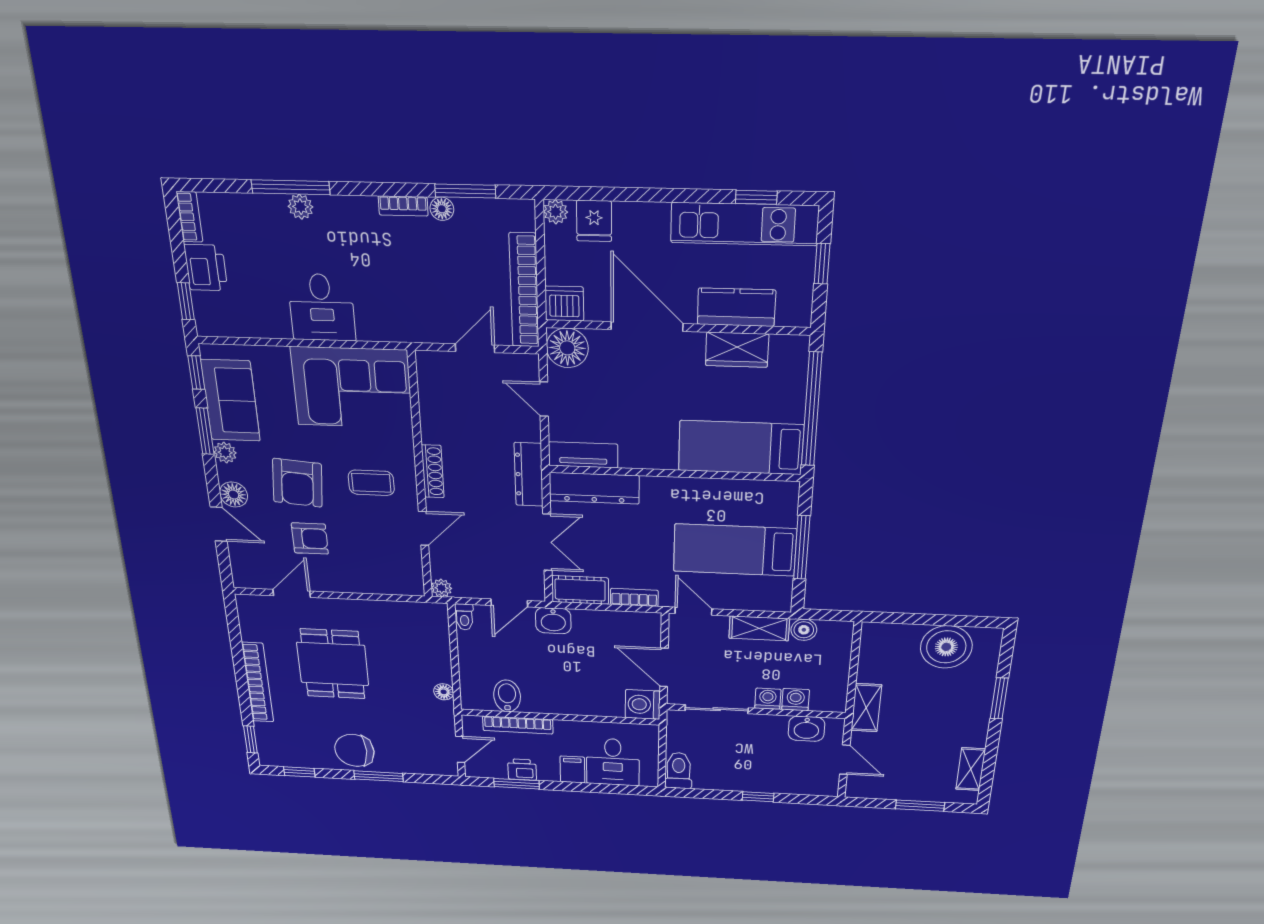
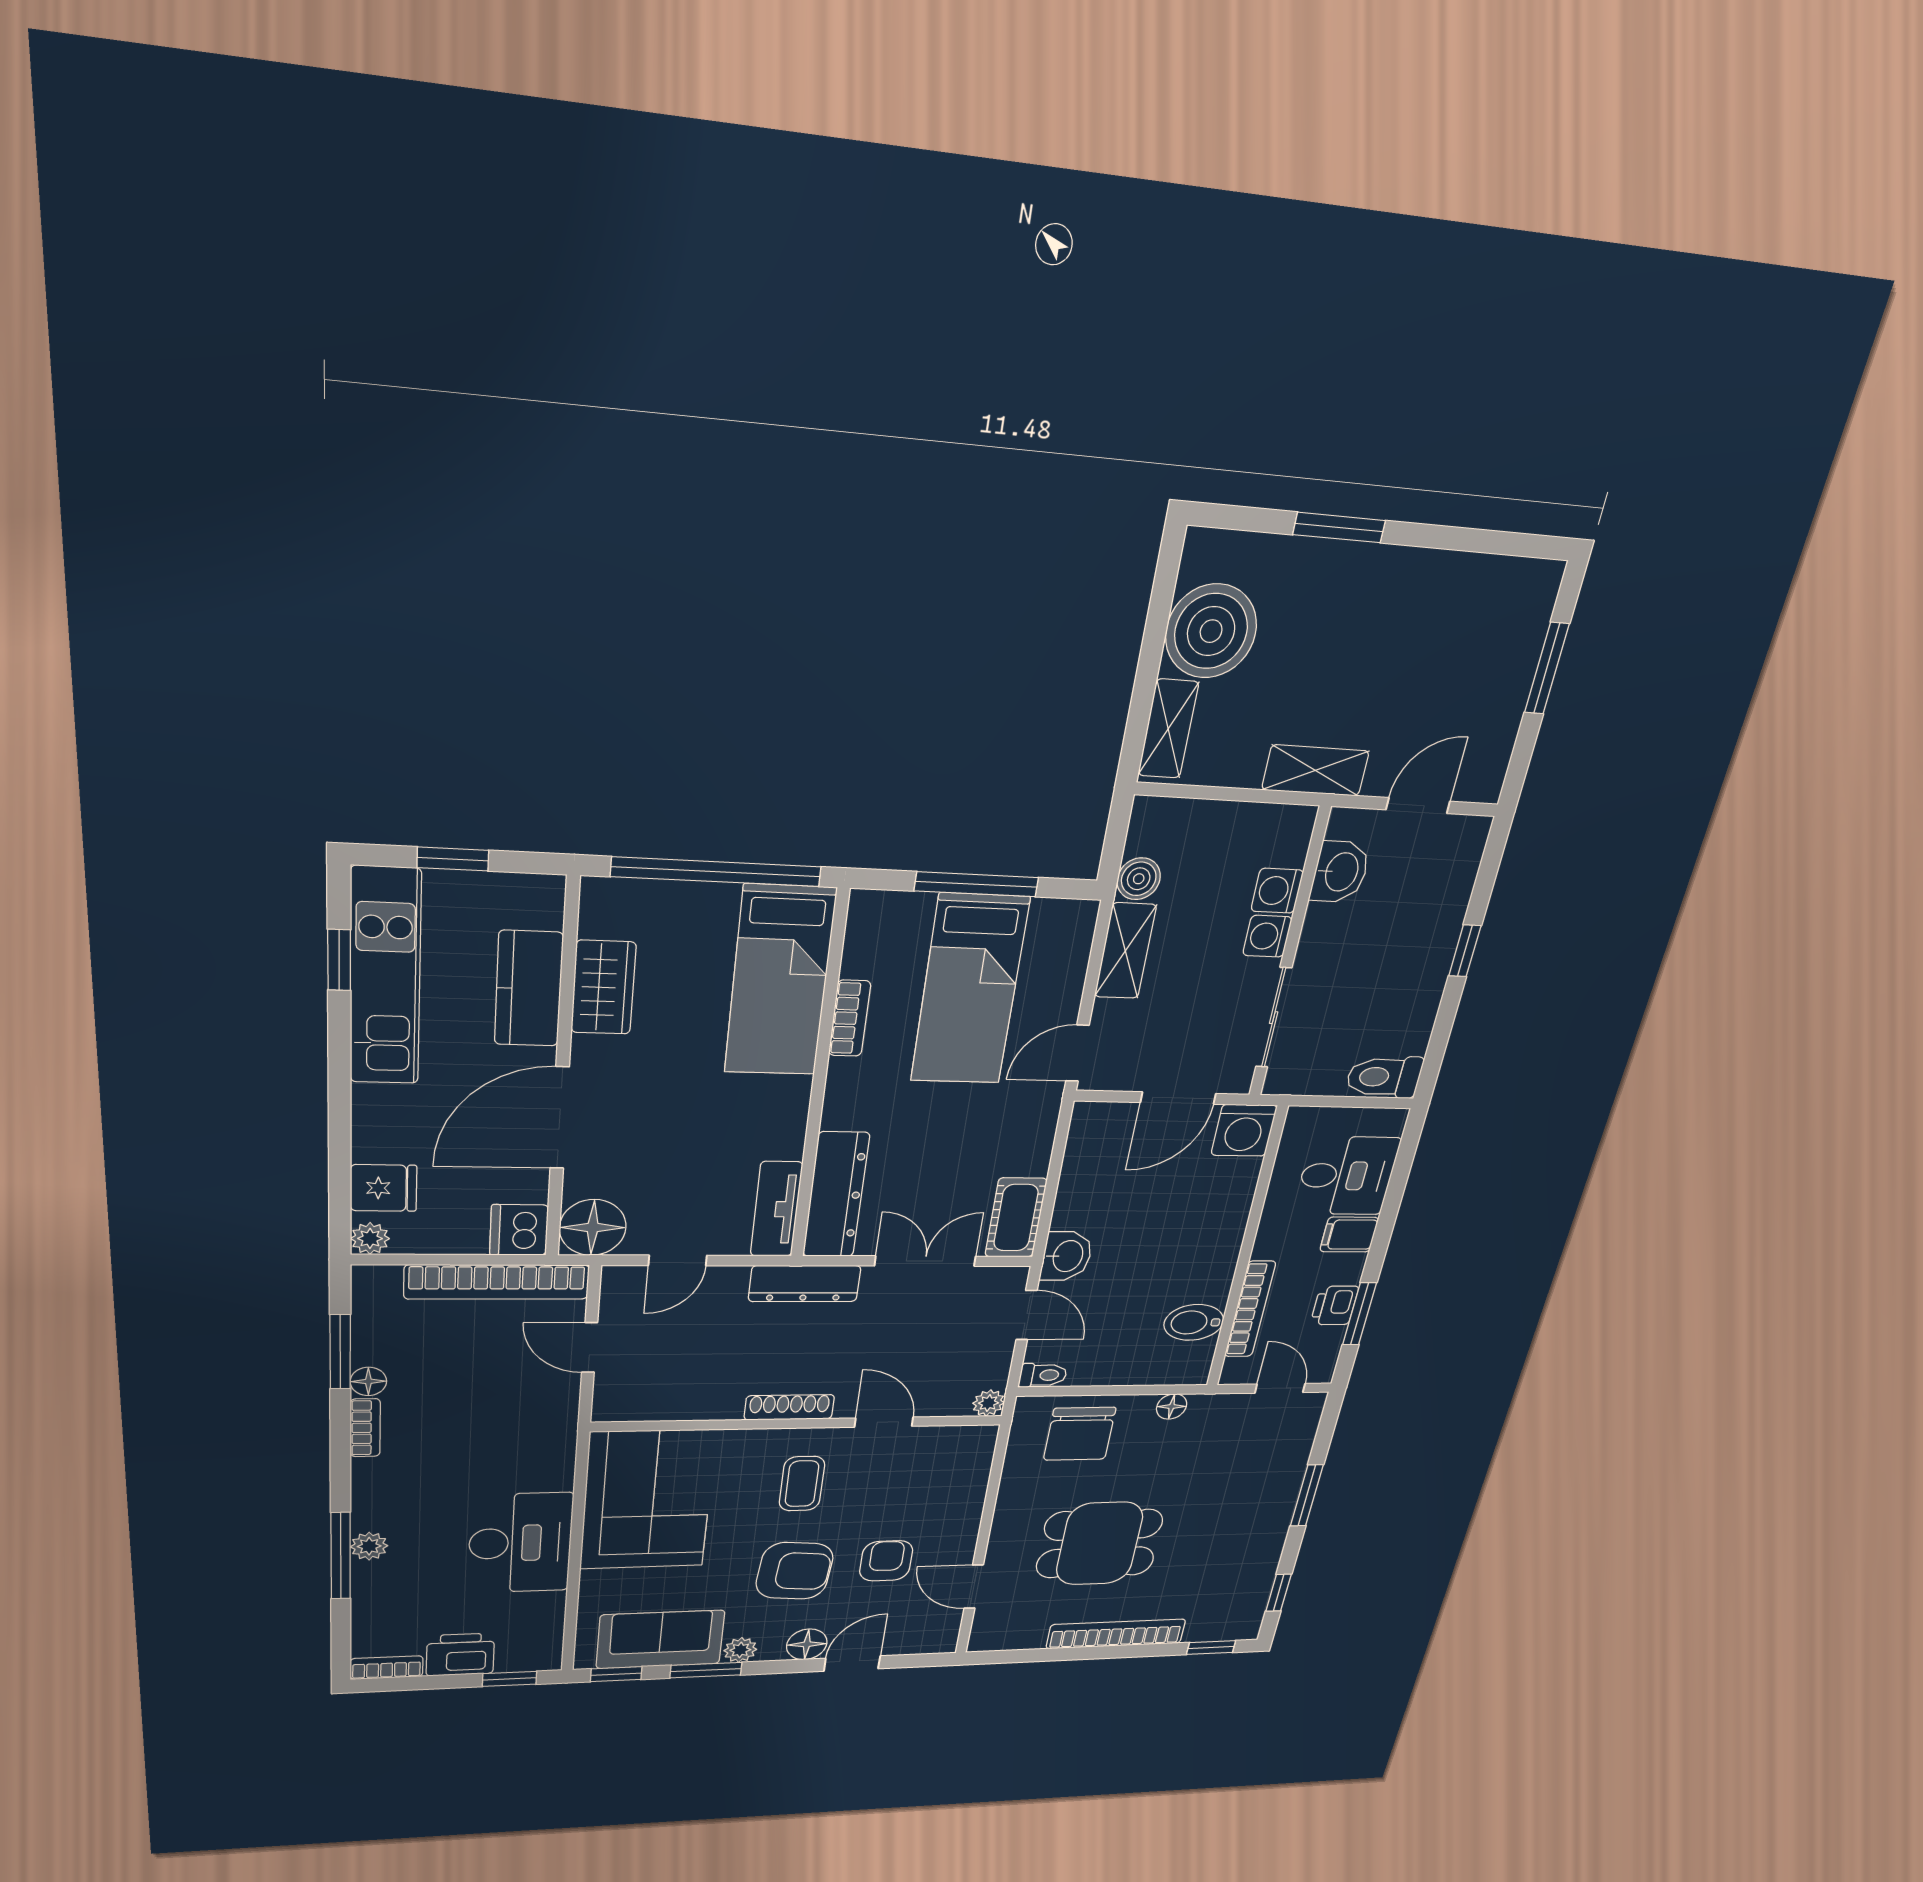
desk: (322, 307) -> (520, 1543), width x1.37
bookcase: (634, 597) -> (850, 1018), moved, turned 180
chair: (354, 750) -> (1080, 1434), moved
shelving: (971, 769) -> (1168, 729), moved, turned 90

